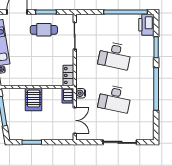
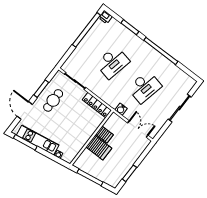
printer: (146, 25) -> (105, 17), width x0.53, depth x0.68
locker: (68, 75) -> (97, 105), width x1.53
server rack: (68, 96) -> (104, 134), moved

